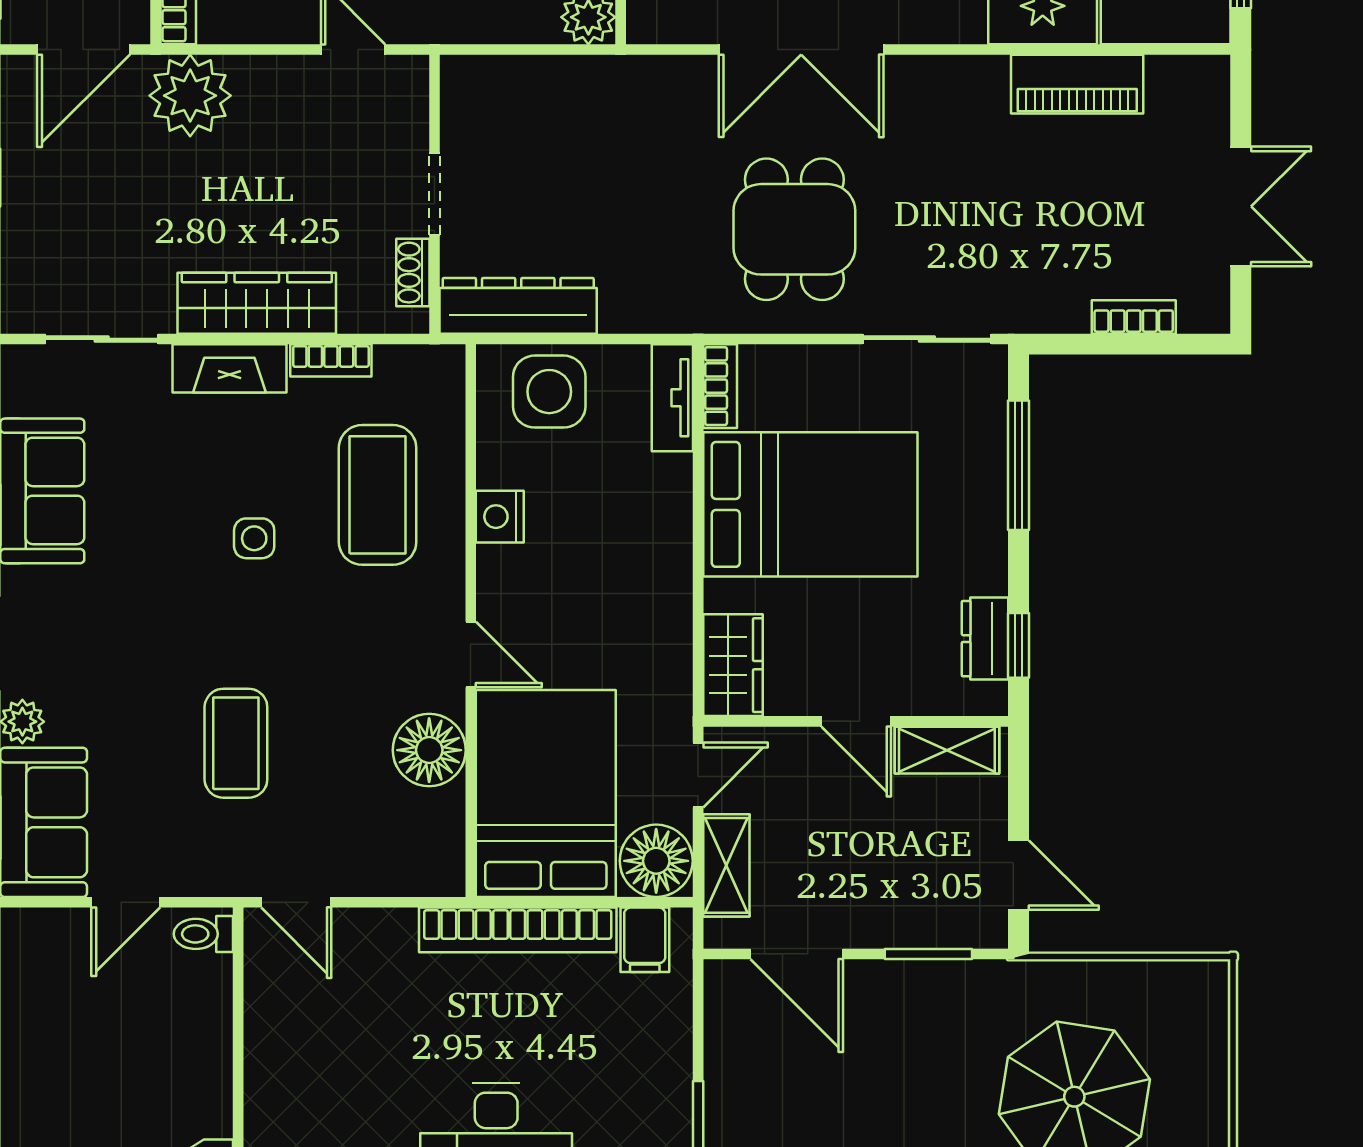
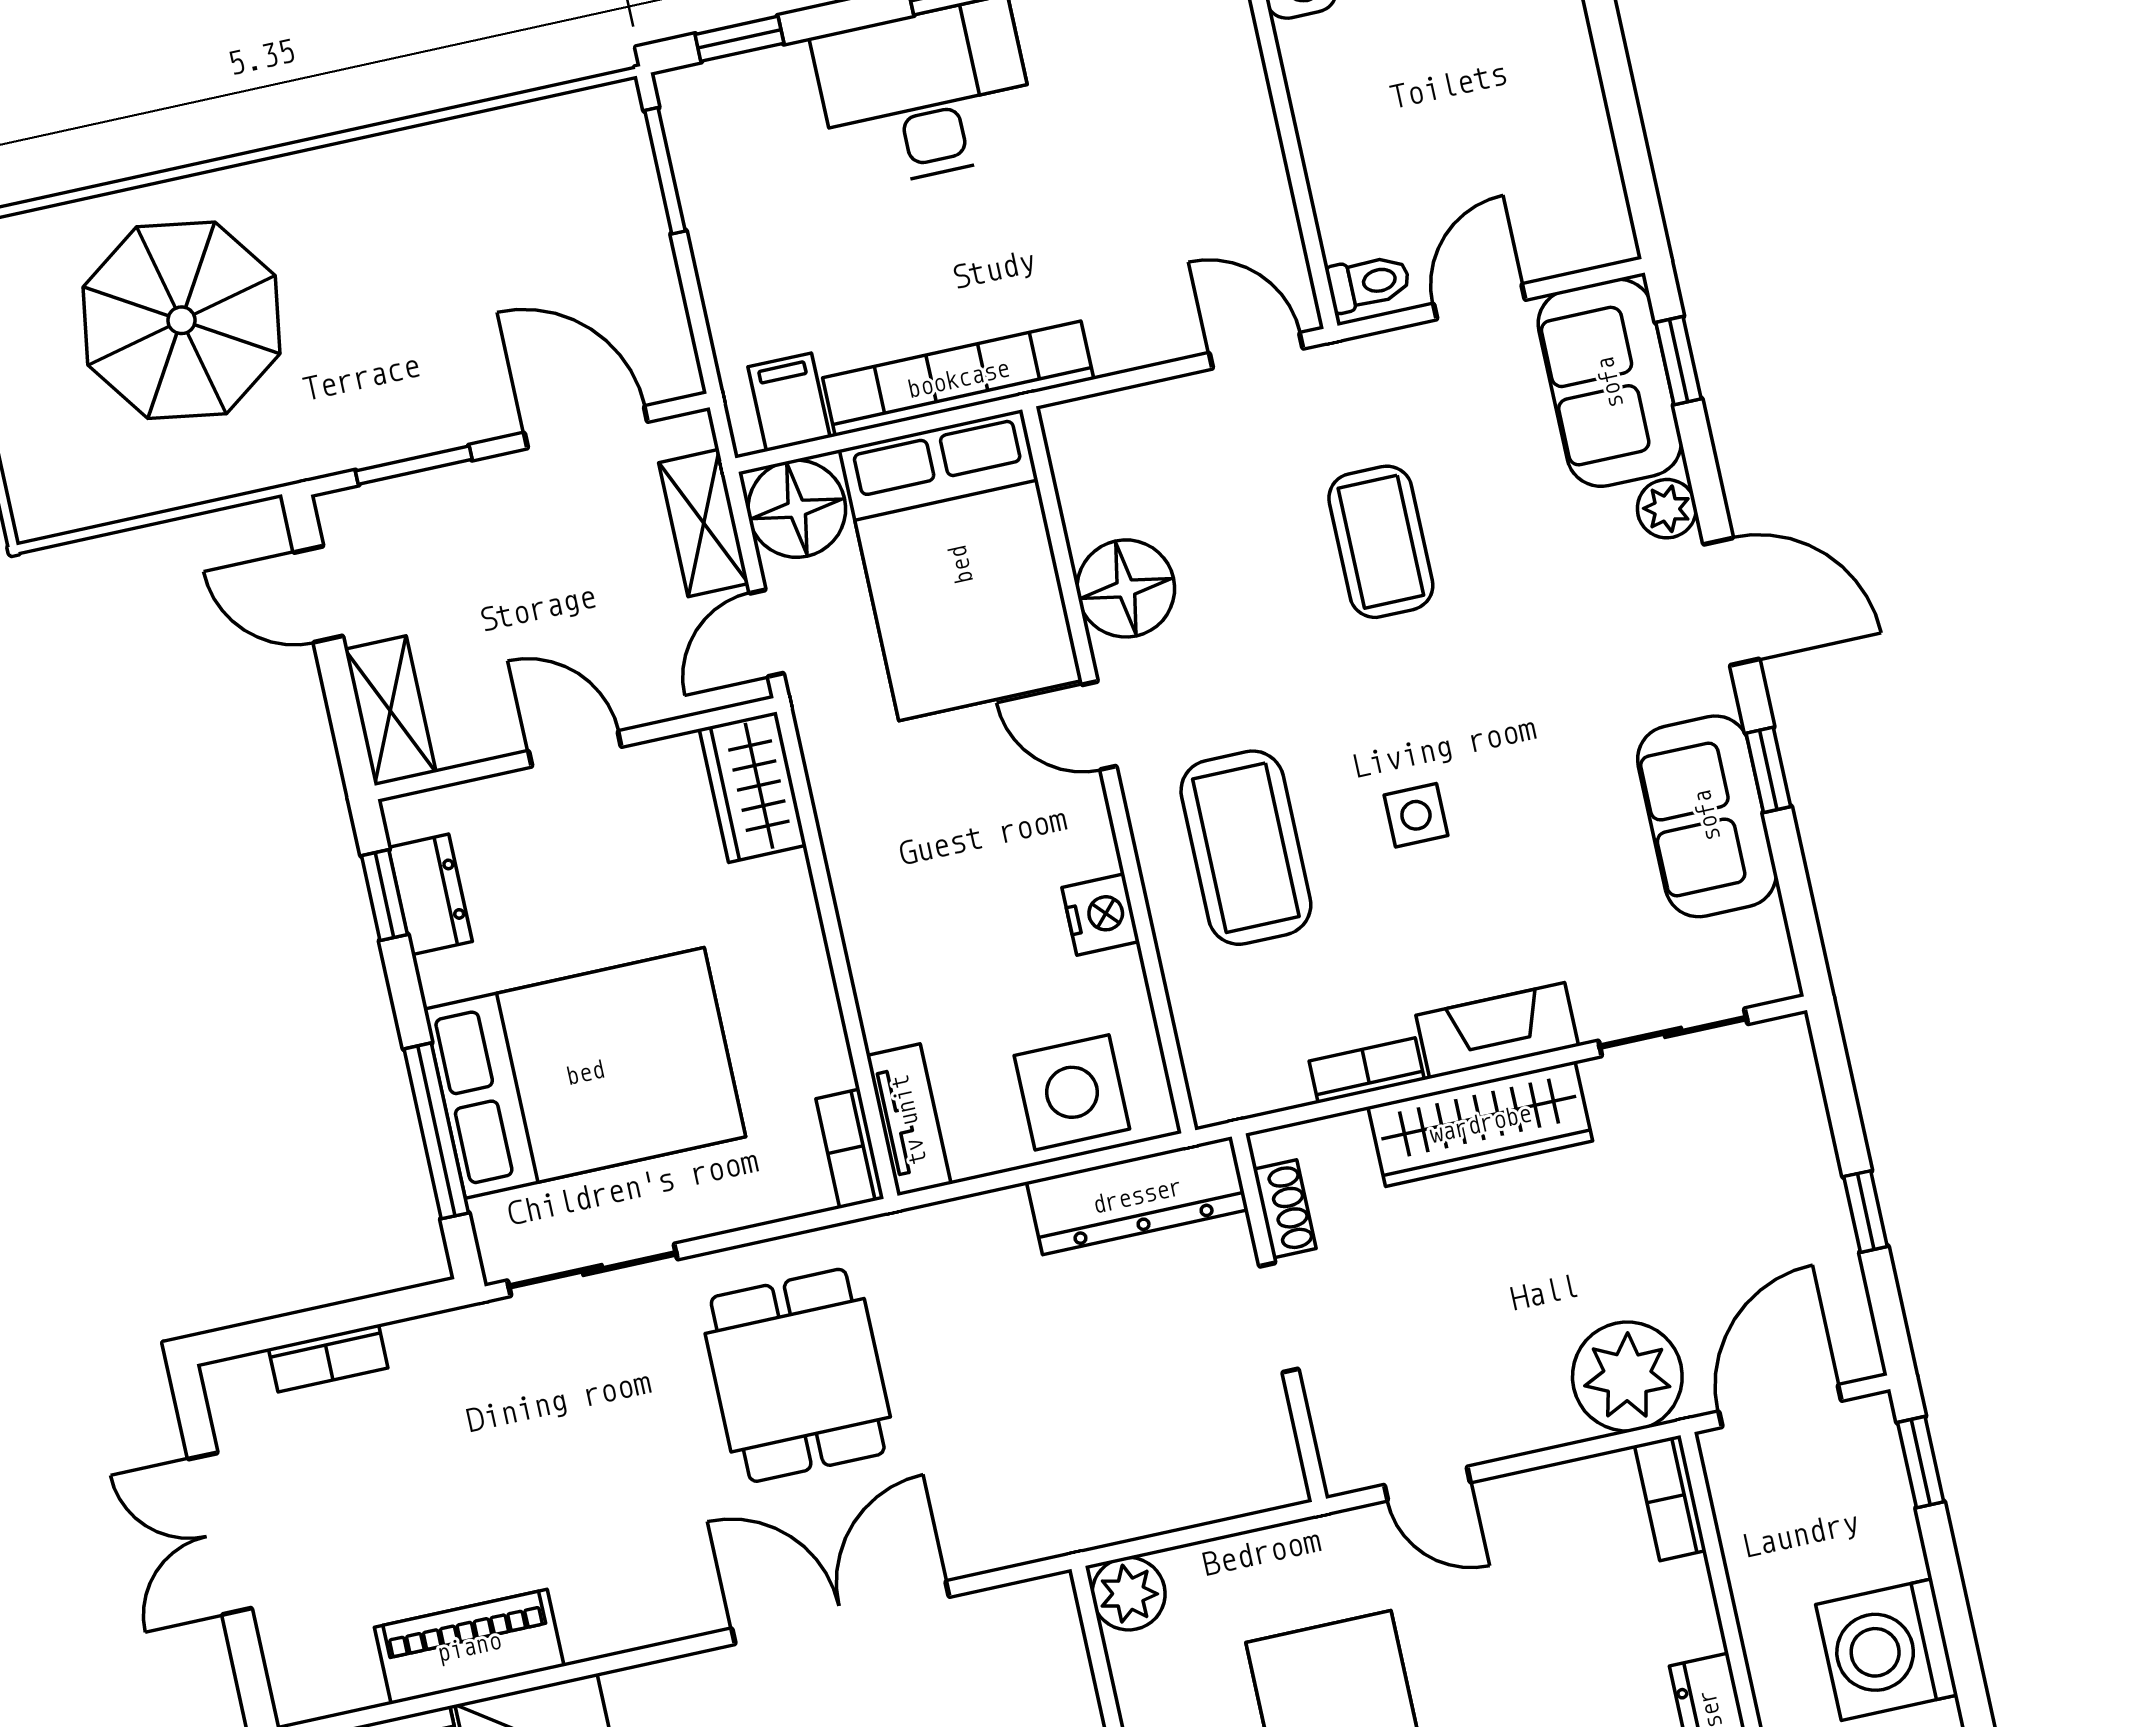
coffee table: (378, 495) -> (1246, 848), moved
bed: (810, 504) -> (585, 1073), moved, turned 180
shelving: (947, 750) -> (390, 711), moved, turned 90

